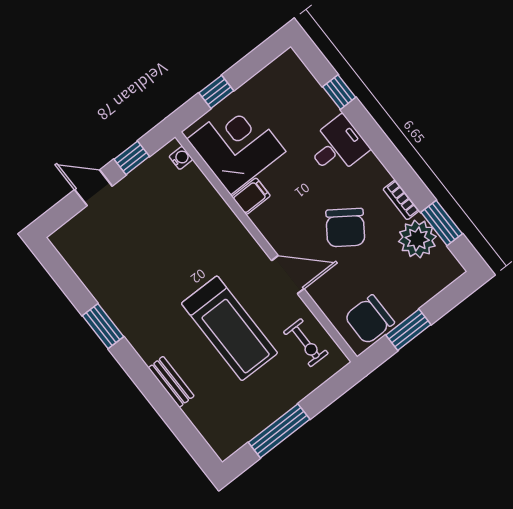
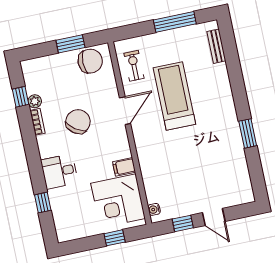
window: (442, 223) -> (20, 97), width x0.67
plant: (417, 239) -> (35, 101), width x0.53, depth x0.53
door: (288, 275) -> (125, 111), swing flipped
bench: (171, 382) -> (216, 46), moved

